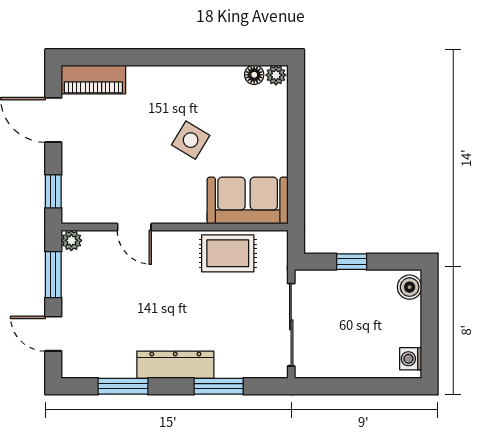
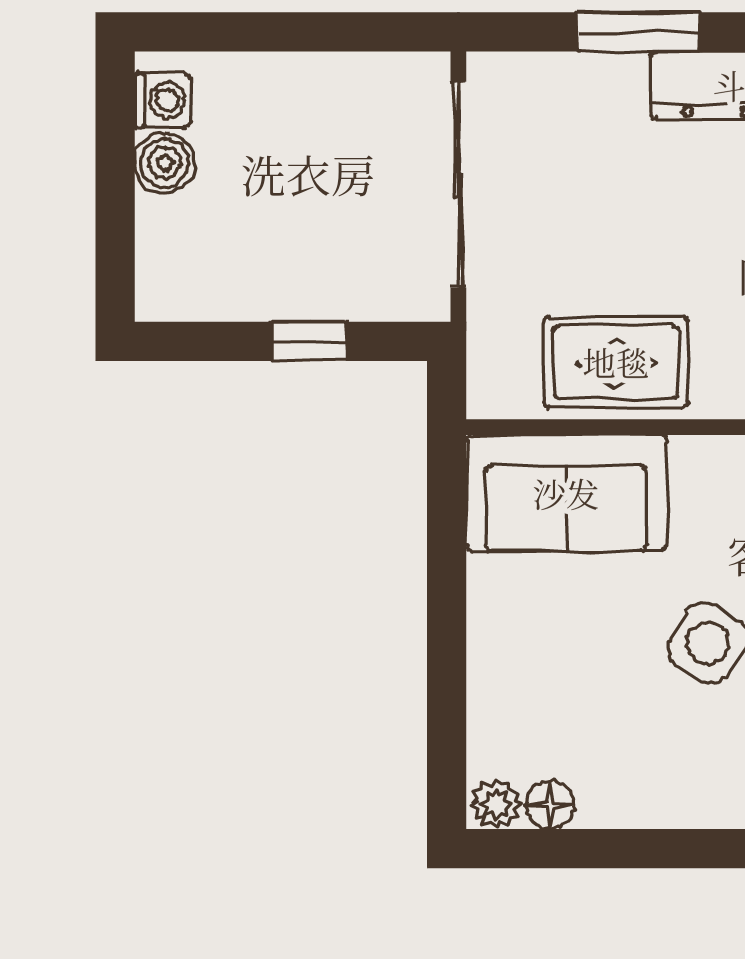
boiler: (410, 287) -> (165, 163), moved

